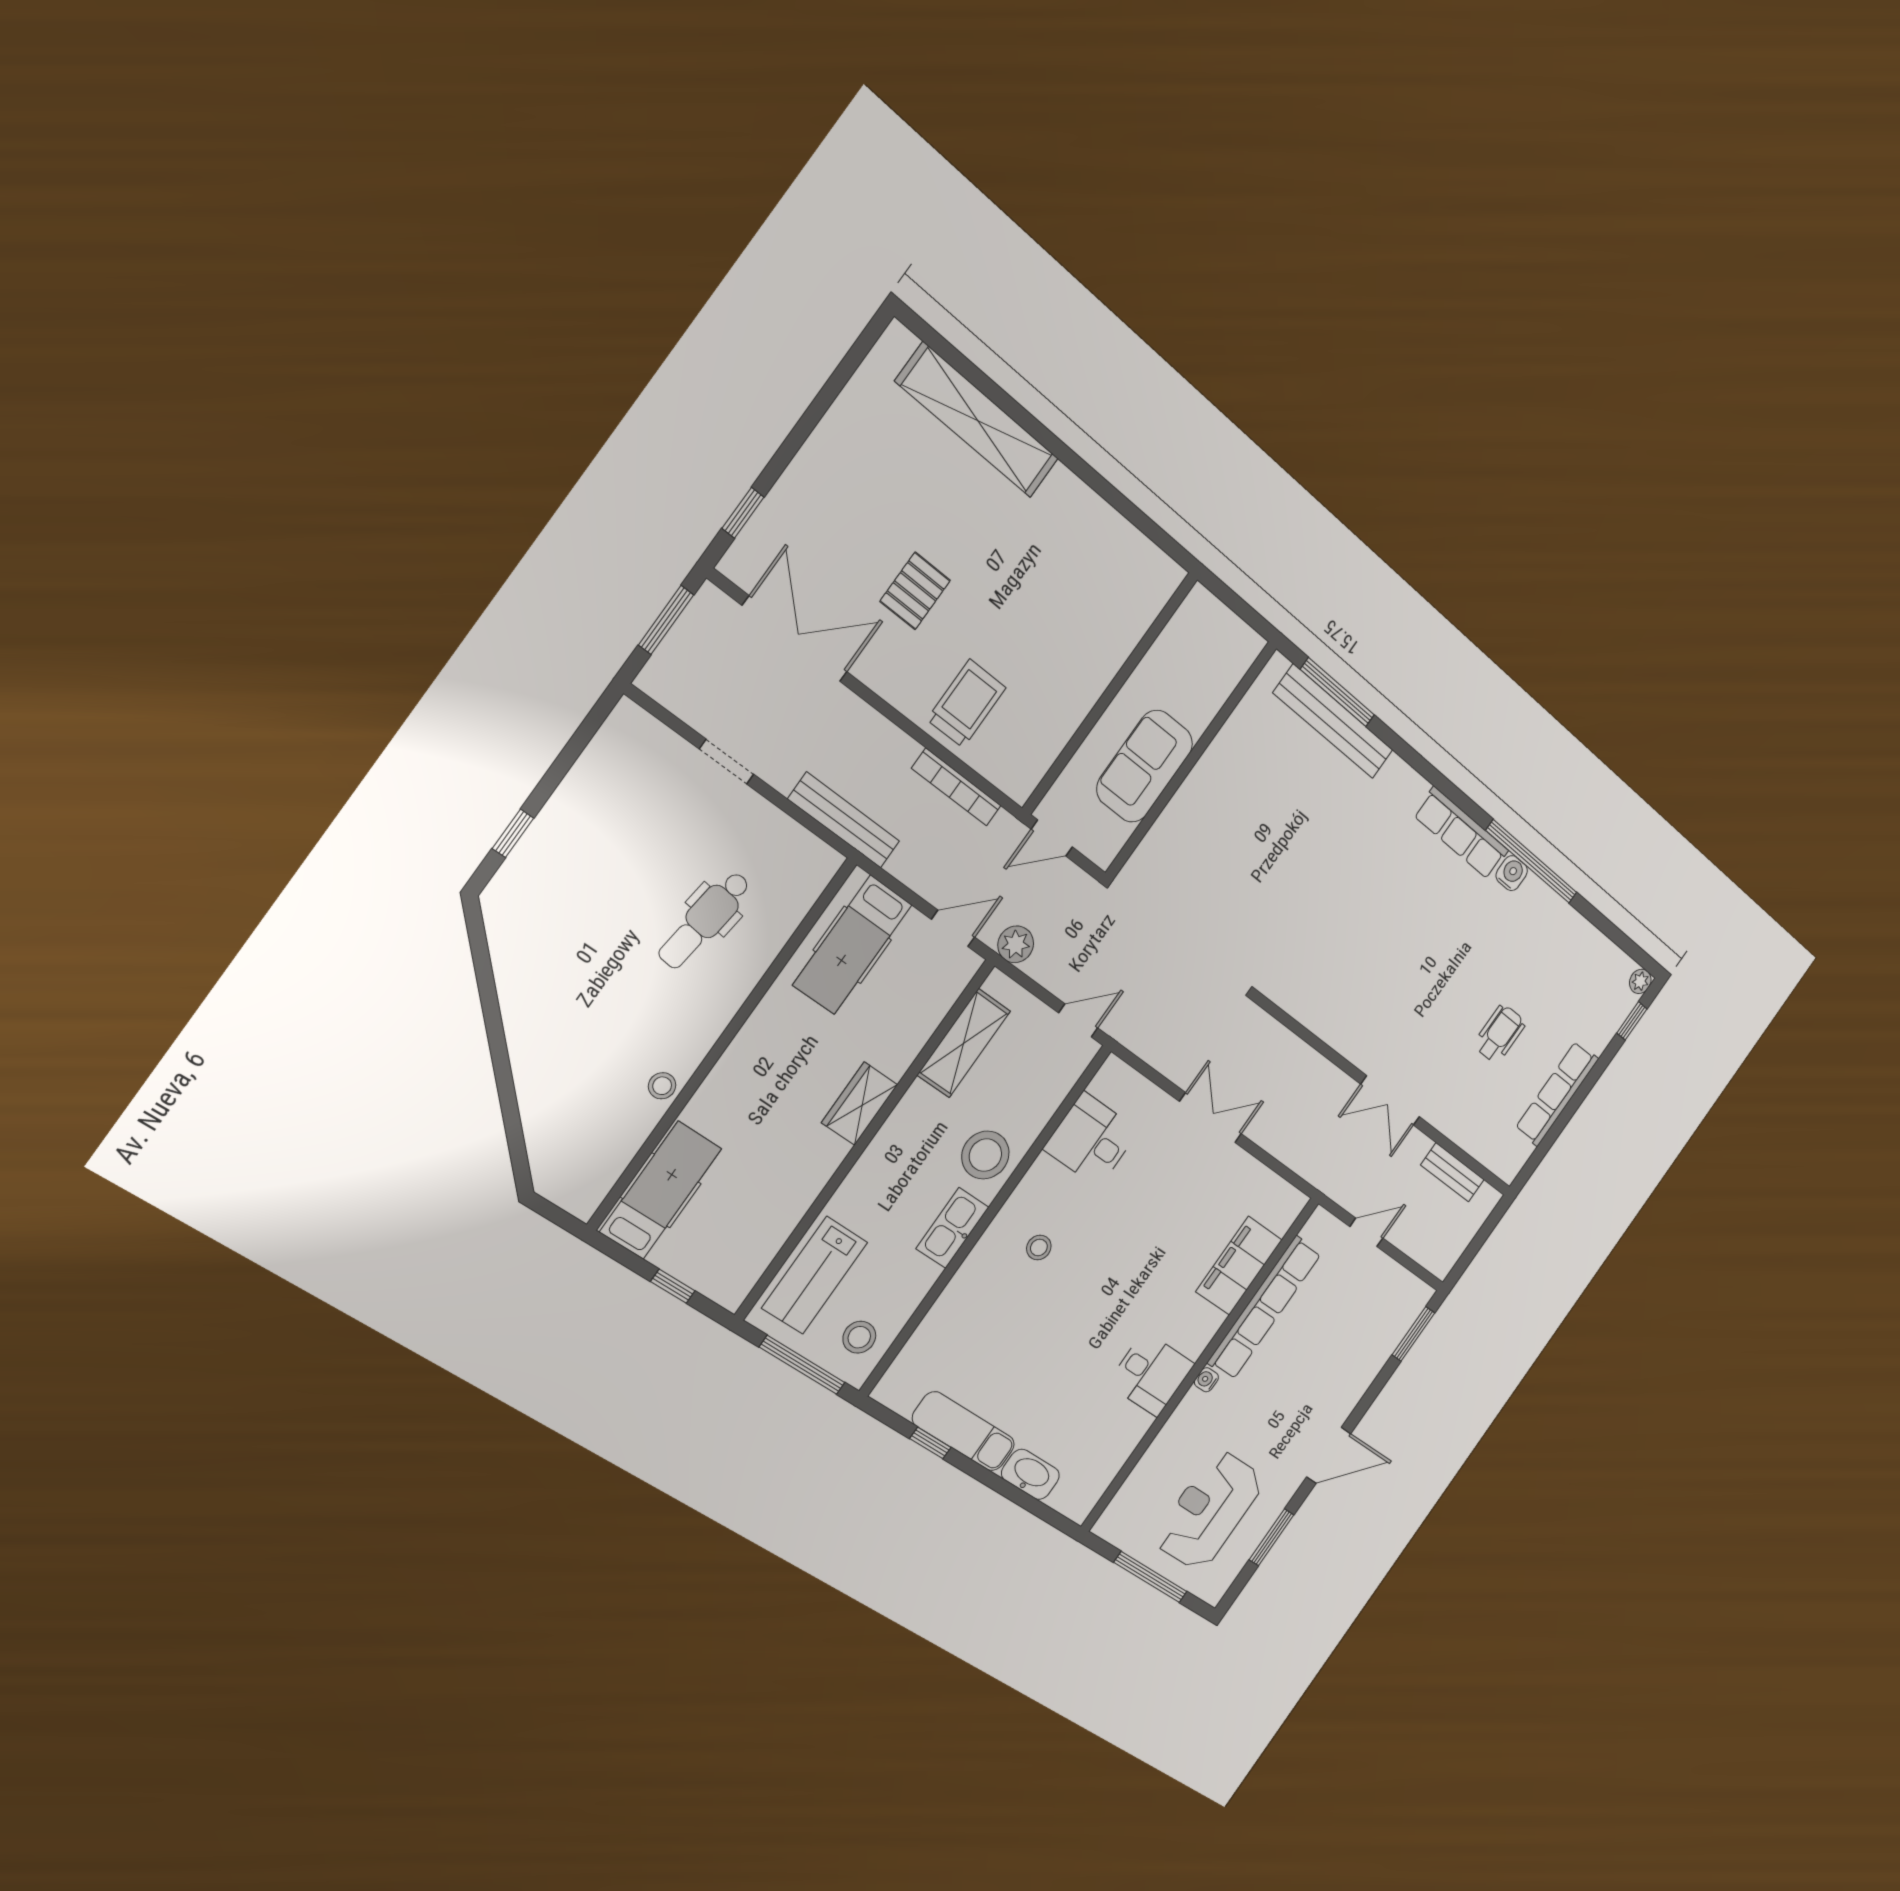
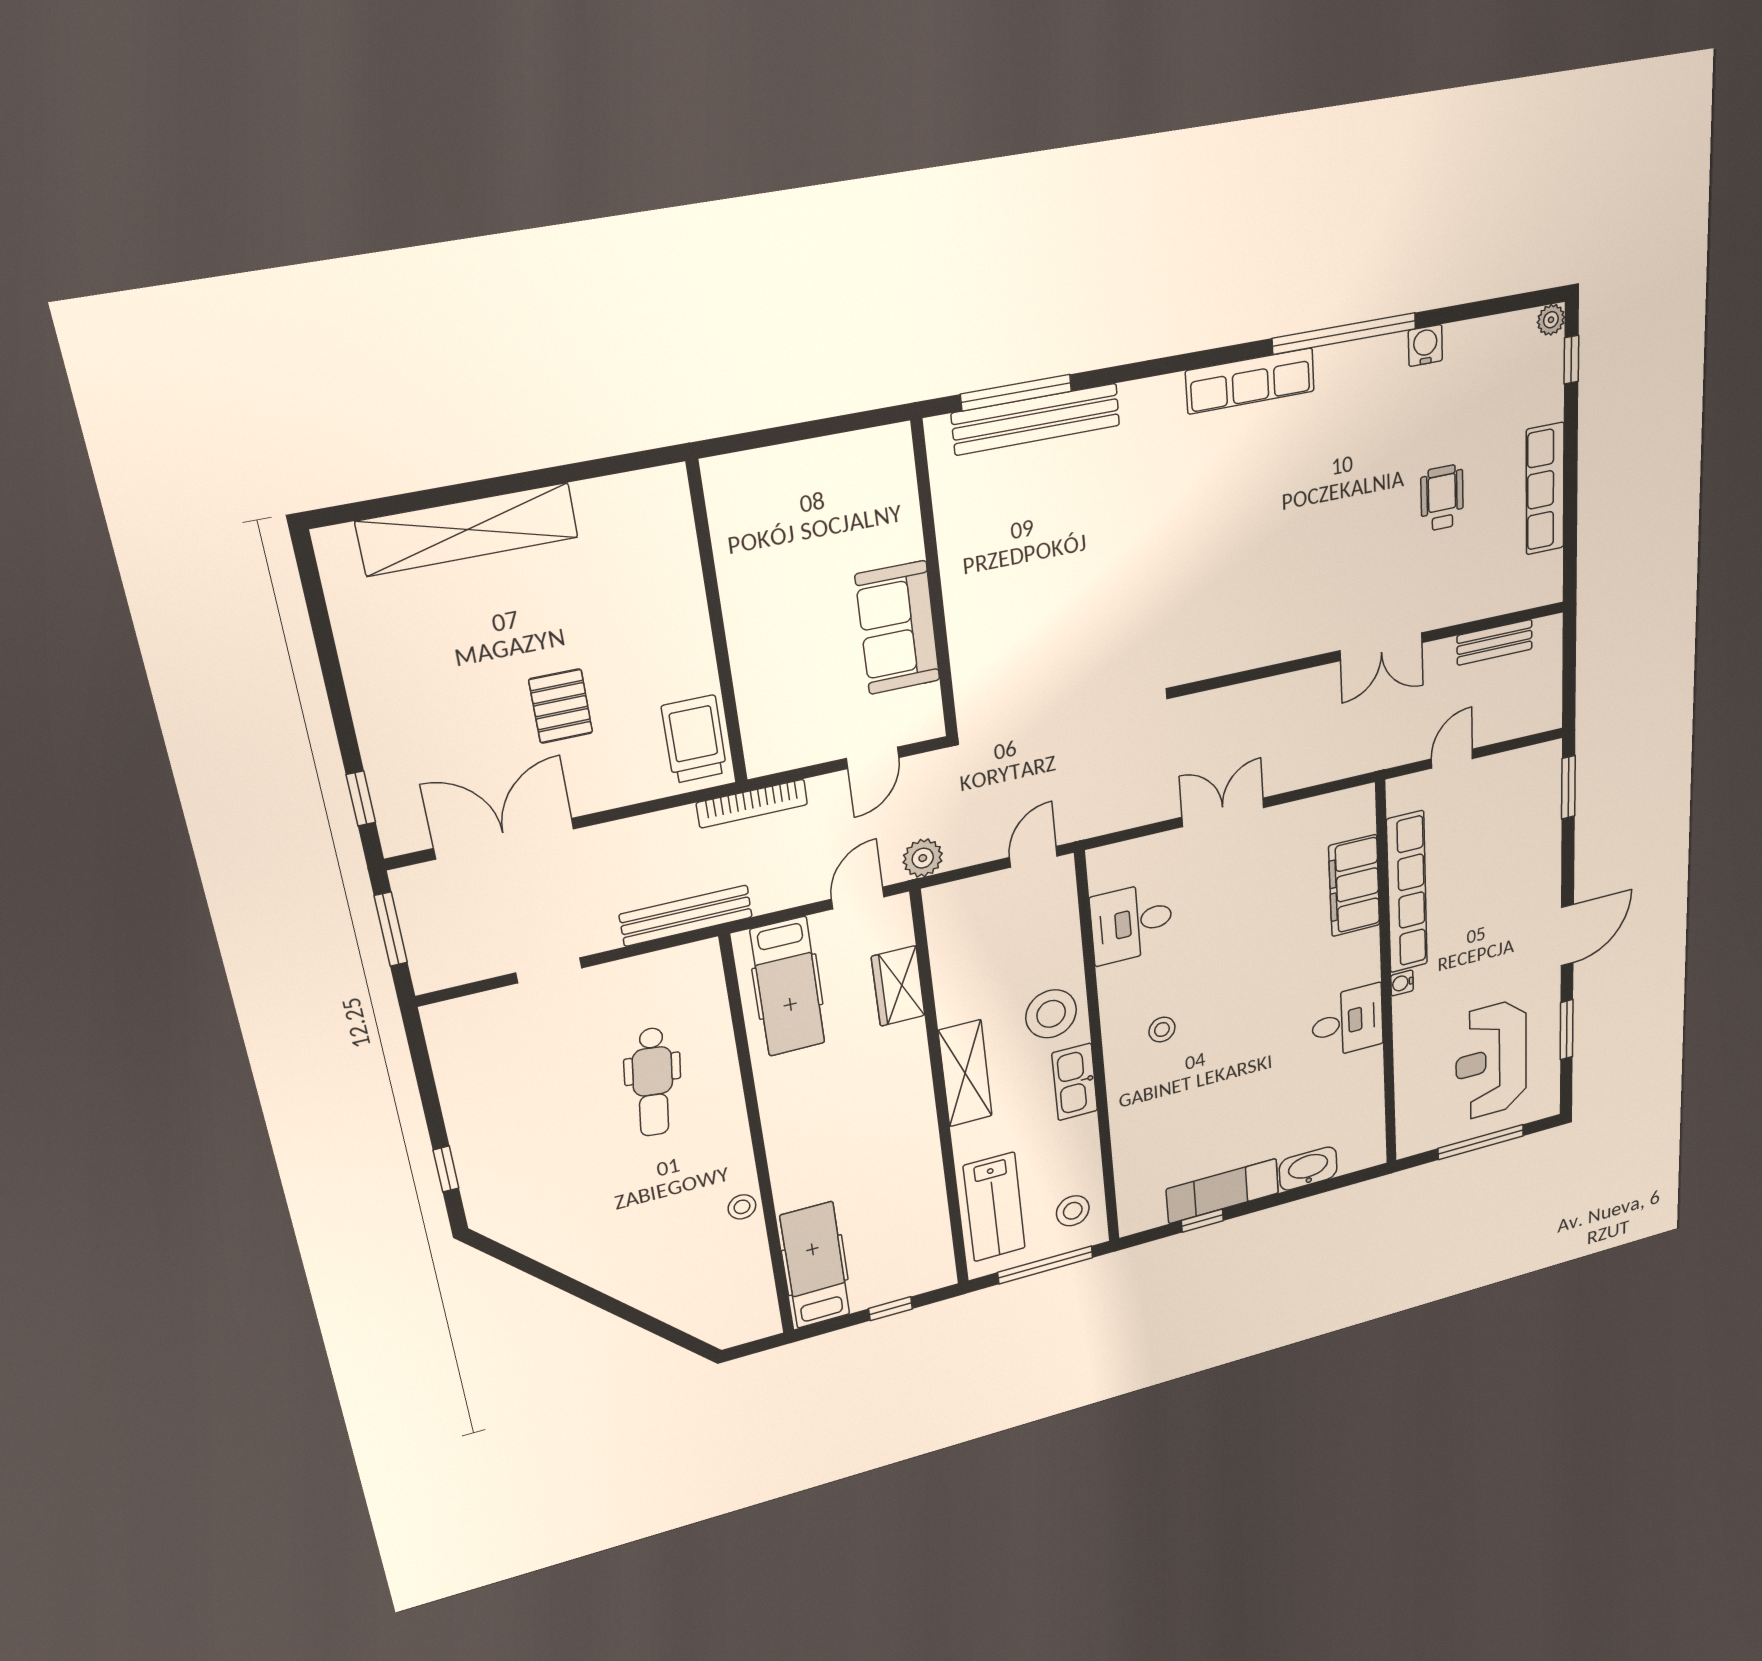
wall: (1110, 693) -> (717, 625), moved
water cooler: (1512, 873) -> (1425, 346), moved
shelving: (964, 1043) -> (965, 1073), moved
wardrobe: (860, 1104) -> (898, 986), moved

